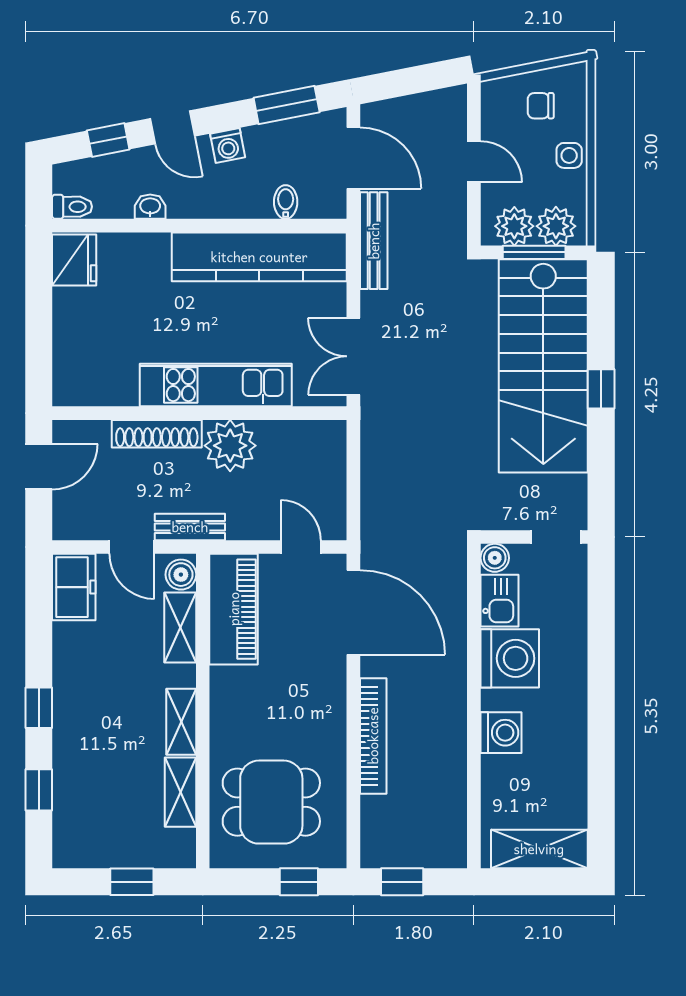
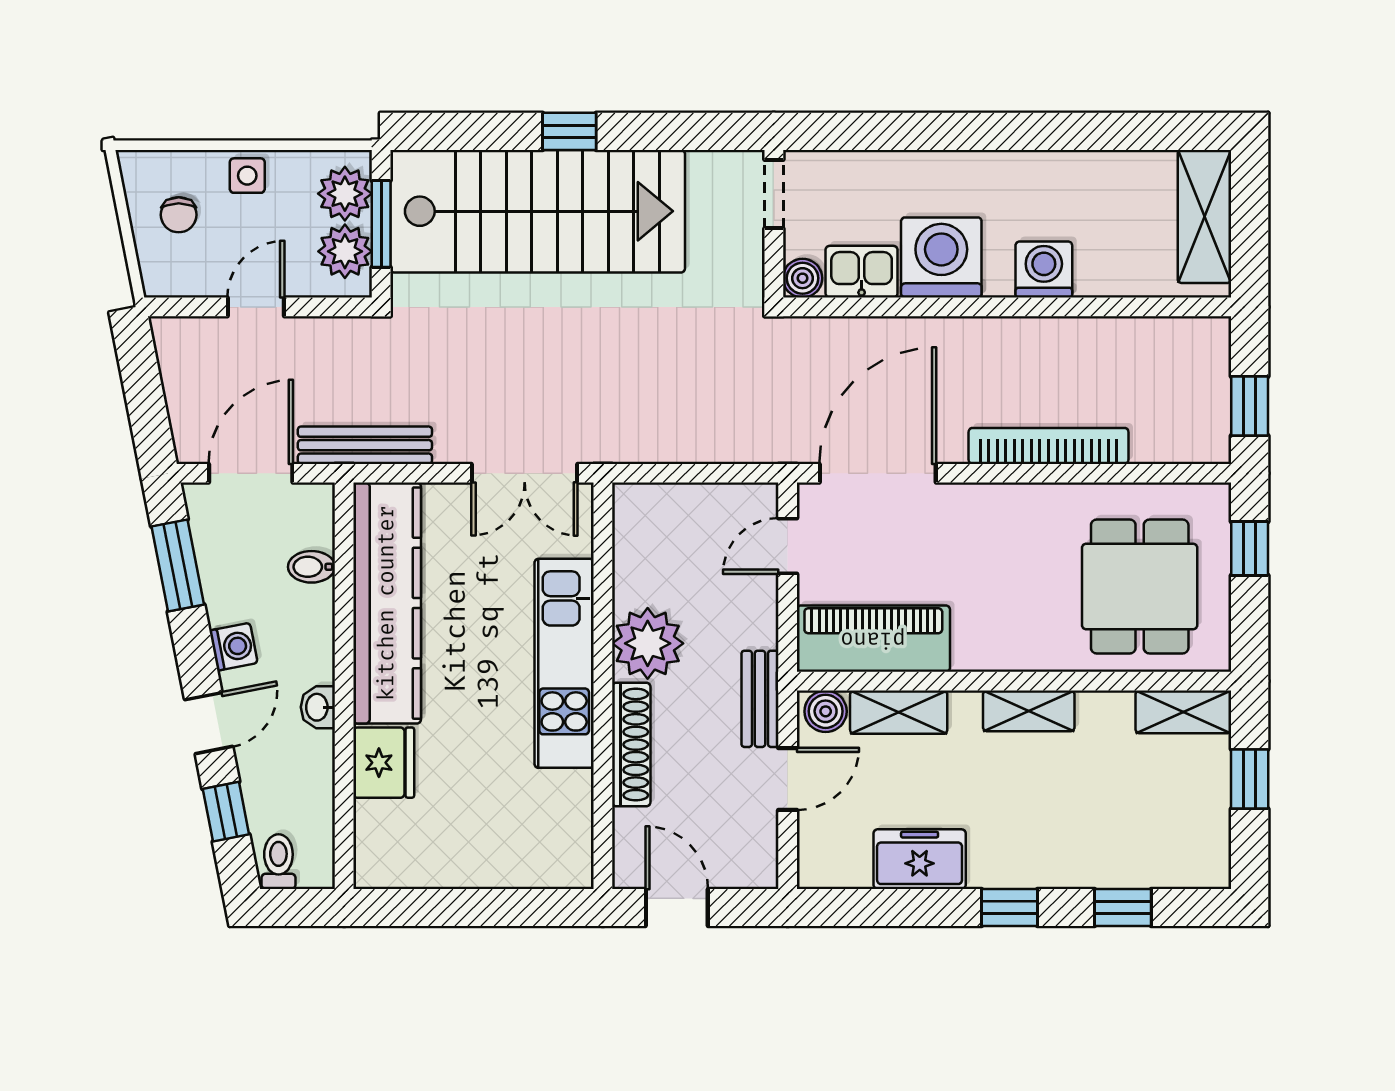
toilet: (72, 207) -> (278, 862), moved
washbasin: (150, 207) -> (318, 707), moved
fridge: (74, 260) -> (384, 763), moved, turned 90
freezer: (74, 587) -> (920, 859), moved
shelving: (180, 792) -> (1183, 712), moved

